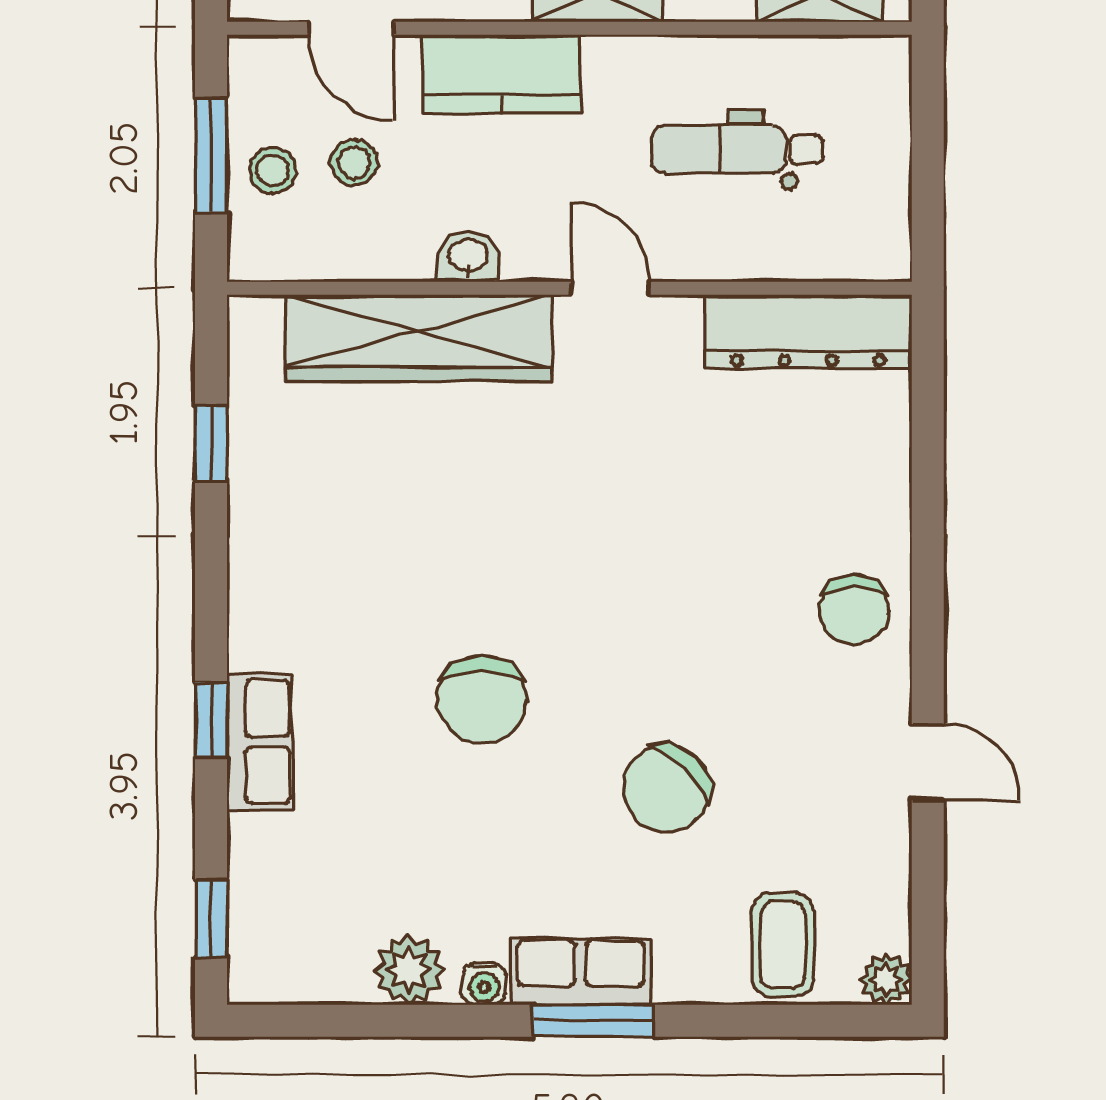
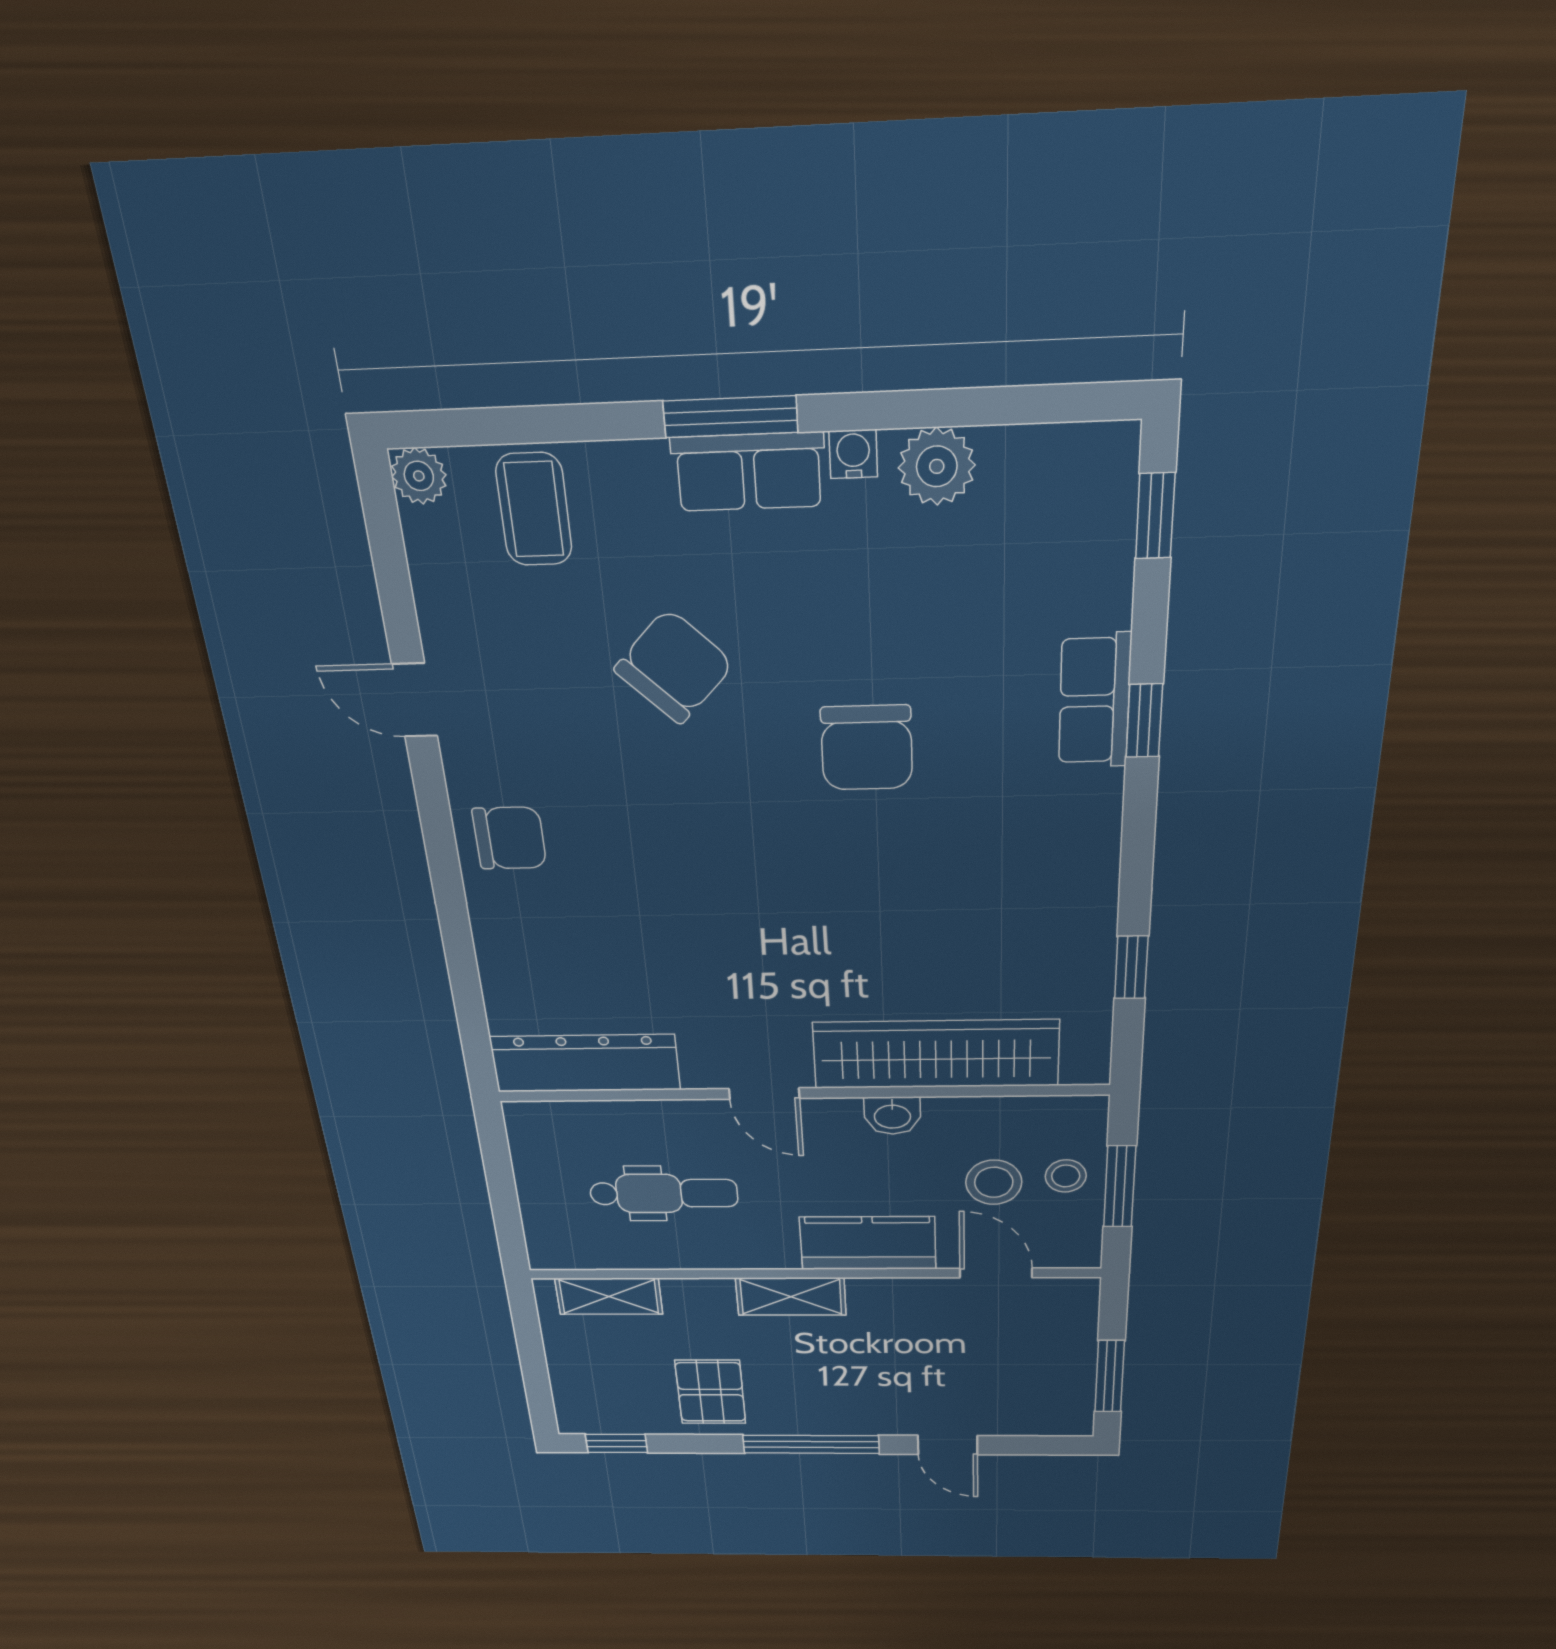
stool: (354, 162) -> (994, 1182), width x1.37, depth x1.37
chair: (854, 610) -> (509, 838), turned 90
chair: (482, 699) -> (867, 748), turned 180

